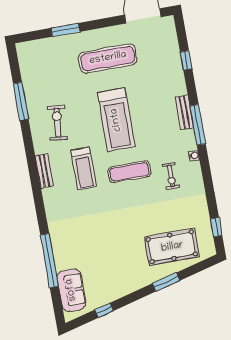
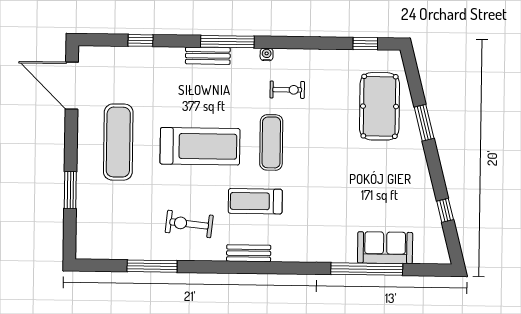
treadmill: (84, 168) -> (255, 201), turned 180
sofa: (71, 290) -> (385, 248), moved

